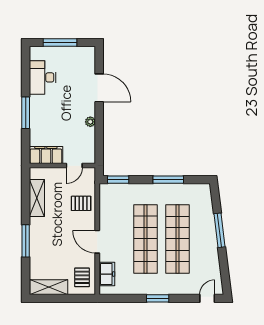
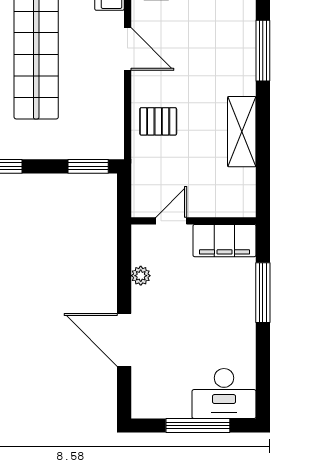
desk: (43, 77) -> (224, 393), moved, turned 90
filing cabinet: (46, 155) -> (225, 241), moved
wall: (62, 166) -> (193, 221), moved
door: (74, 166) -> (171, 221), moved

